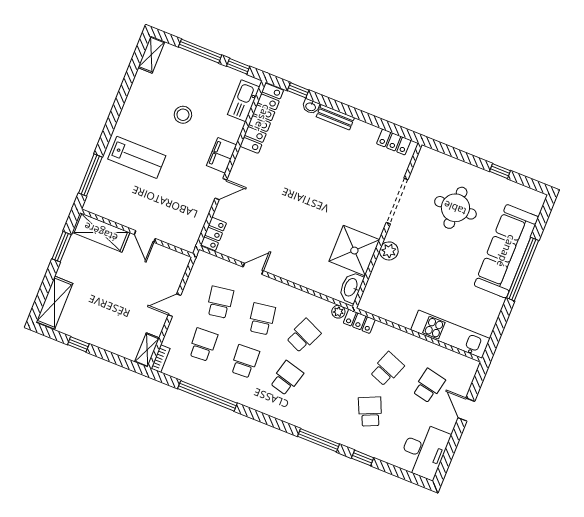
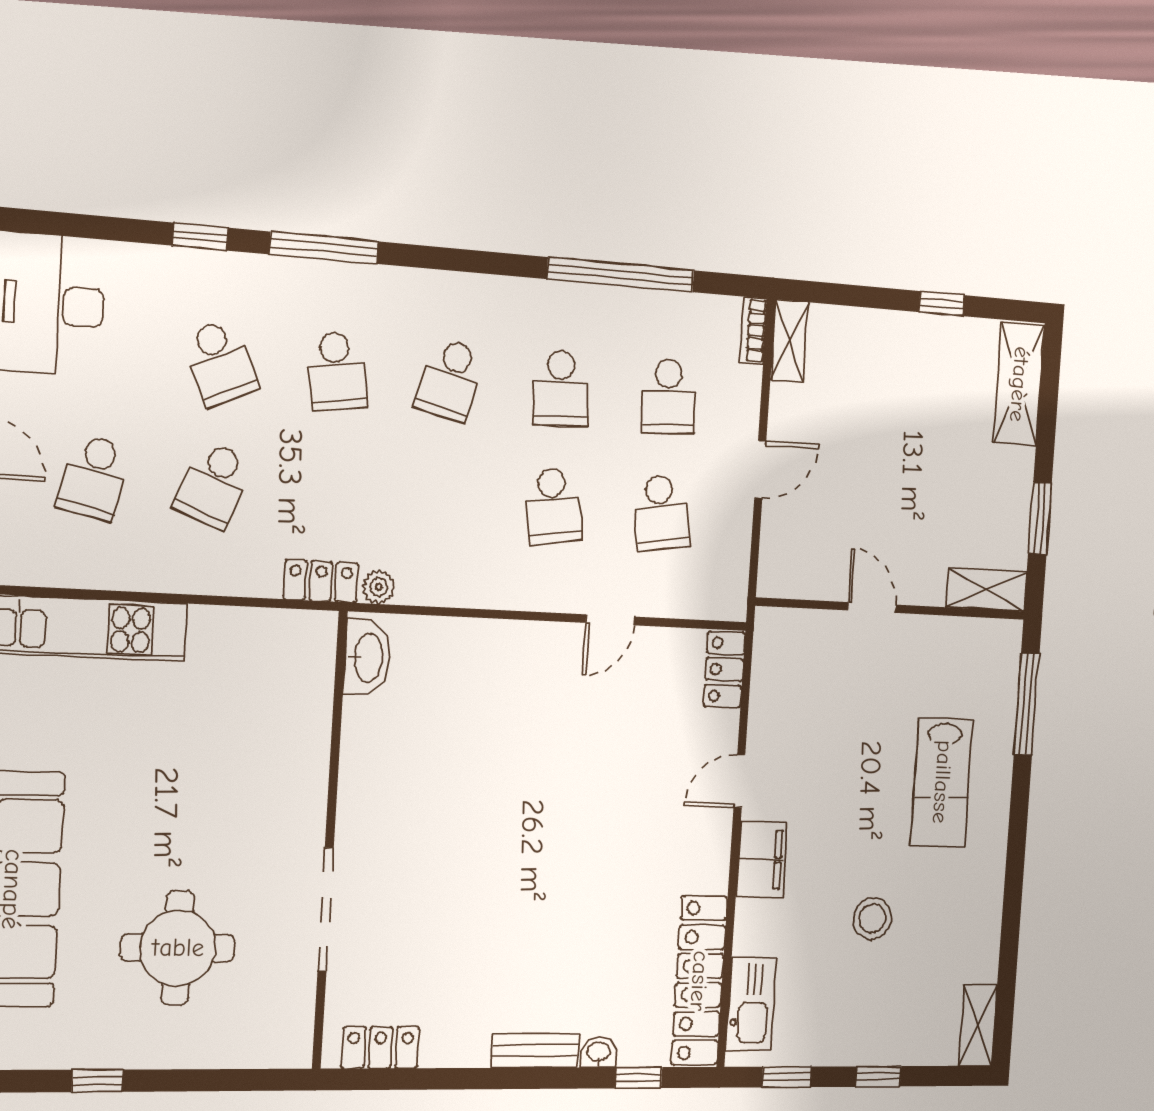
window: (200, 51) -> (878, 1076), width x0.46
lab bench: (137, 157) -> (942, 782), turned -90
shelving: (101, 232) -> (987, 590), width x0.67, depth x0.75
shower: (354, 251) -> (389, 751), removed
plant: (389, 251) -> (306, 781), removed
school desk: (304, 336) -> (337, 371), moved, turned -33

